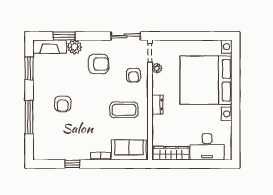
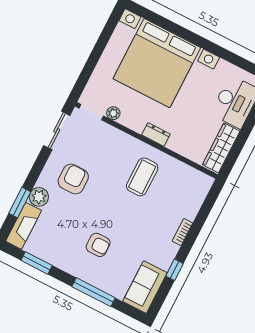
armchair: (133, 75) -> (107, 145), removed
sofa: (129, 150) -> (145, 287), moved

